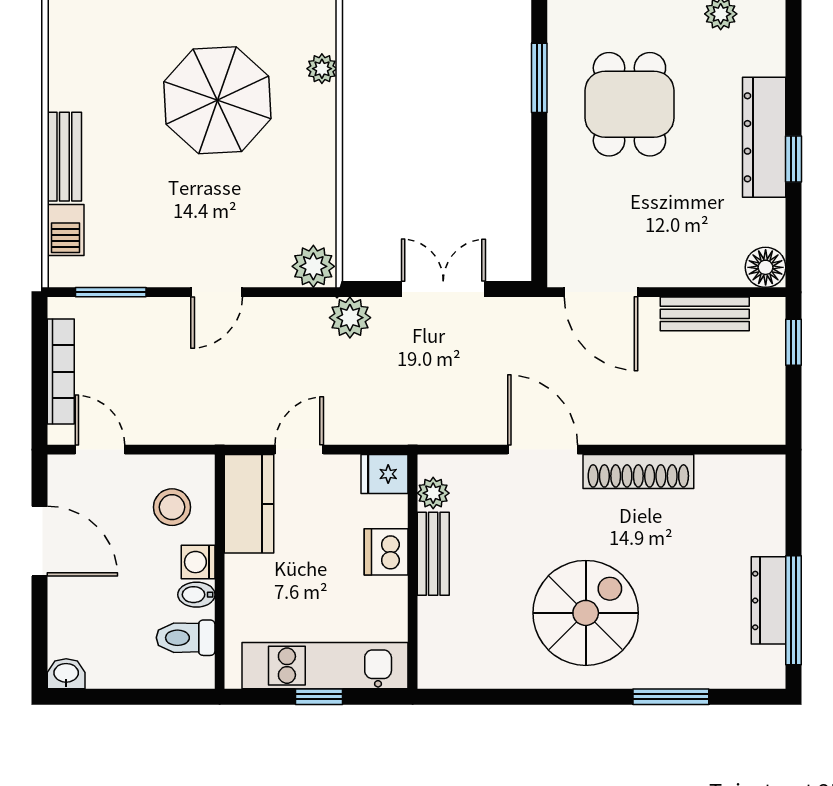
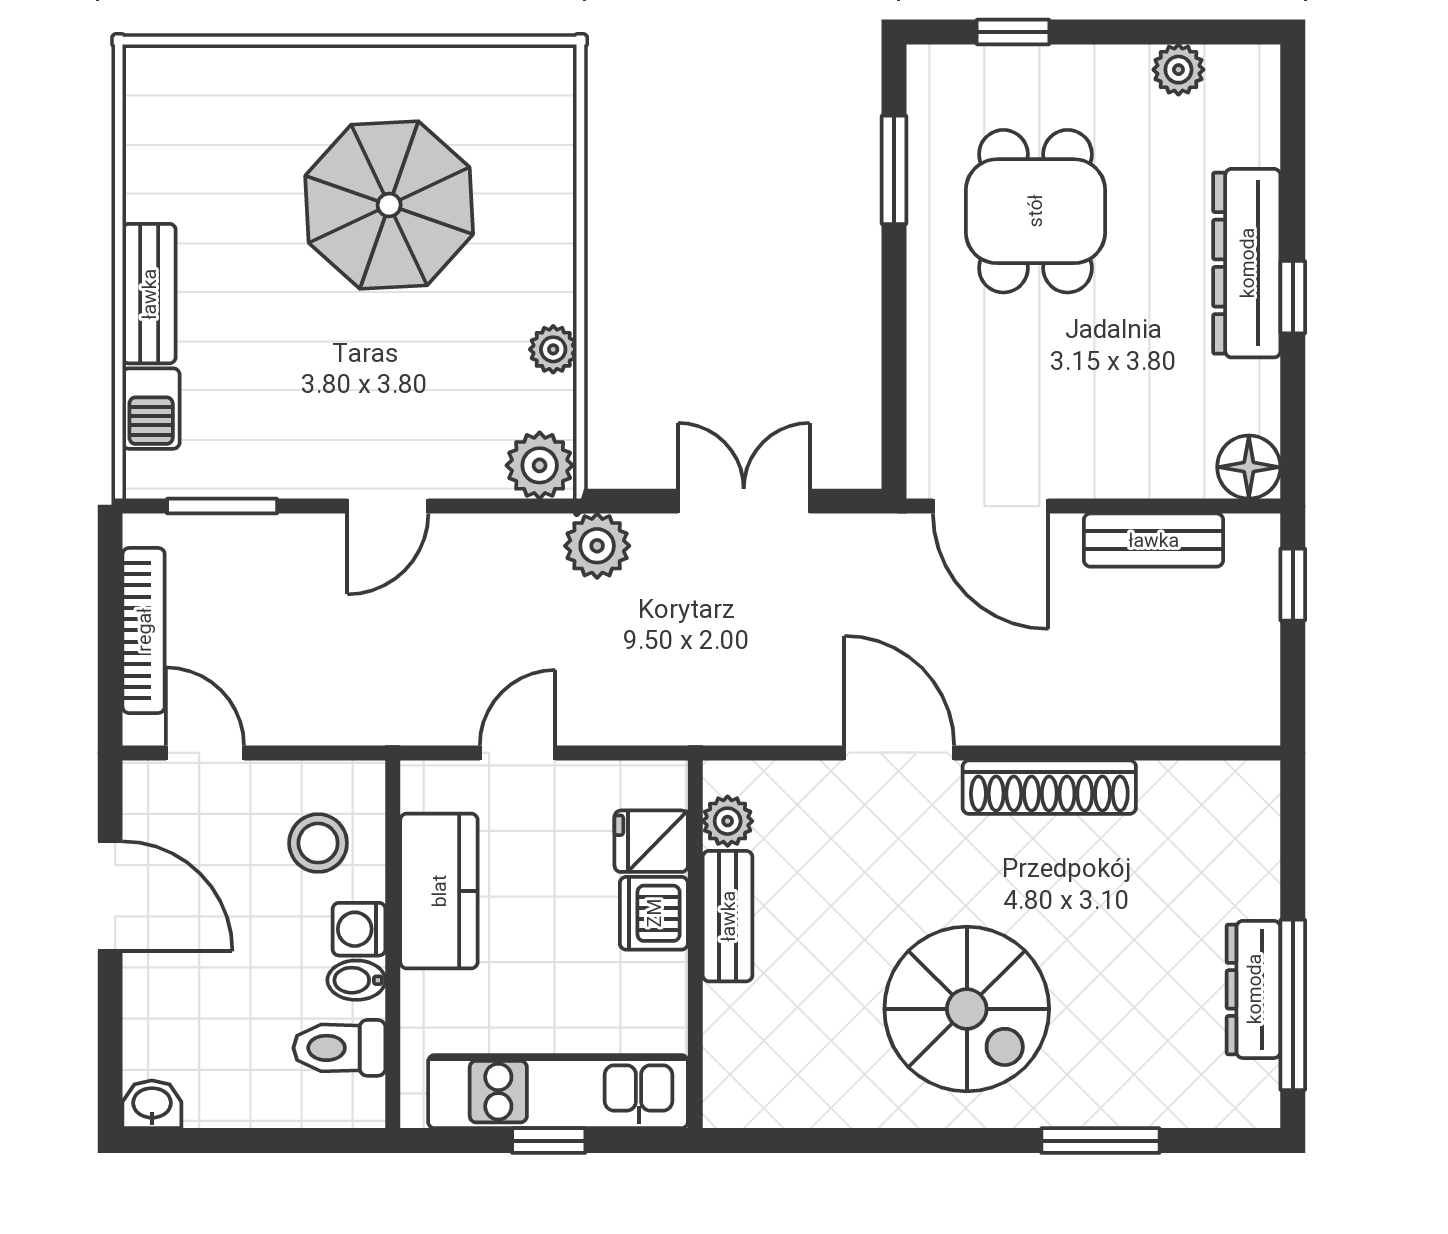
plant: (322, 69) -> (553, 349), moved
fridge: (384, 474) -> (651, 841), moved
kitchen counter: (249, 504) -> (439, 891), moved
spiral stairs: (586, 613) -> (967, 1009), turned 90

